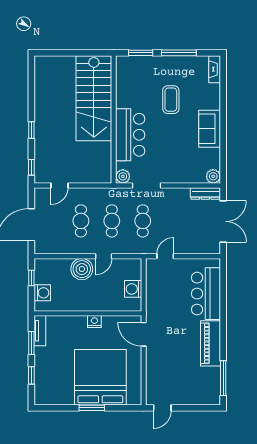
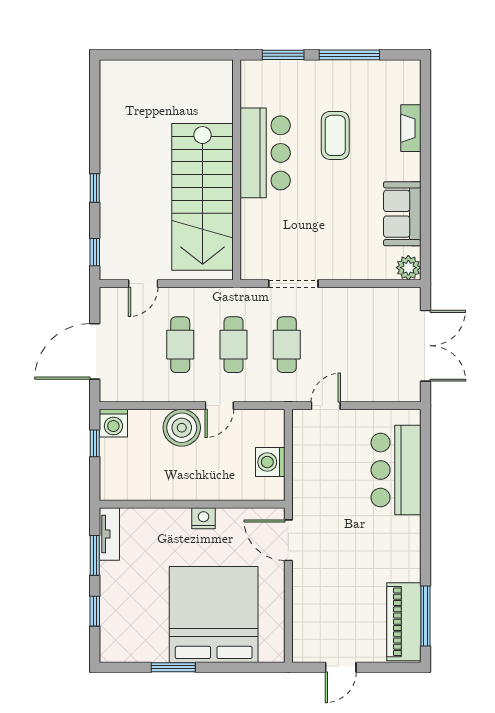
fireplace: (215, 69) -> (411, 128), moved
stairs: (94, 98) -> (203, 197), moved
sofa: (210, 129) -> (402, 214), moved
bar counter: (130, 135) -> (265, 153), moved
plant: (123, 176) -> (252, 268), removed
dresser: (205, 193) -> (395, 297), removed
washing machine: (42, 293) -> (113, 423), moved, turned 90
piano: (211, 343) -> (404, 622), moved
window: (92, 408) -> (173, 667), moved
door: (162, 408) -> (341, 667), moved

